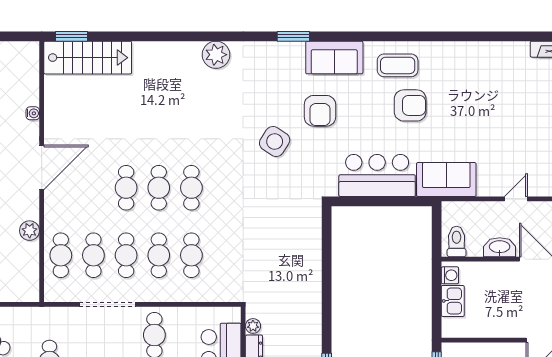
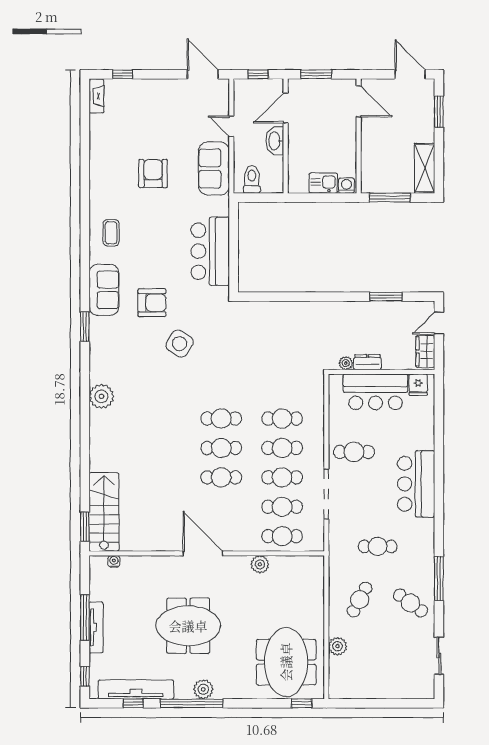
coffee table: (398, 65) -> (111, 233), width x0.73, depth x0.77
armchair: (410, 105) -> (153, 174), moved
water cooler: (33, 113) -> (114, 561), moved
sofa: (446, 180) -> (214, 168), moved
toilet: (457, 242) -> (252, 179), moved, turned 90
washing machine: (450, 275) -> (346, 186), moved

